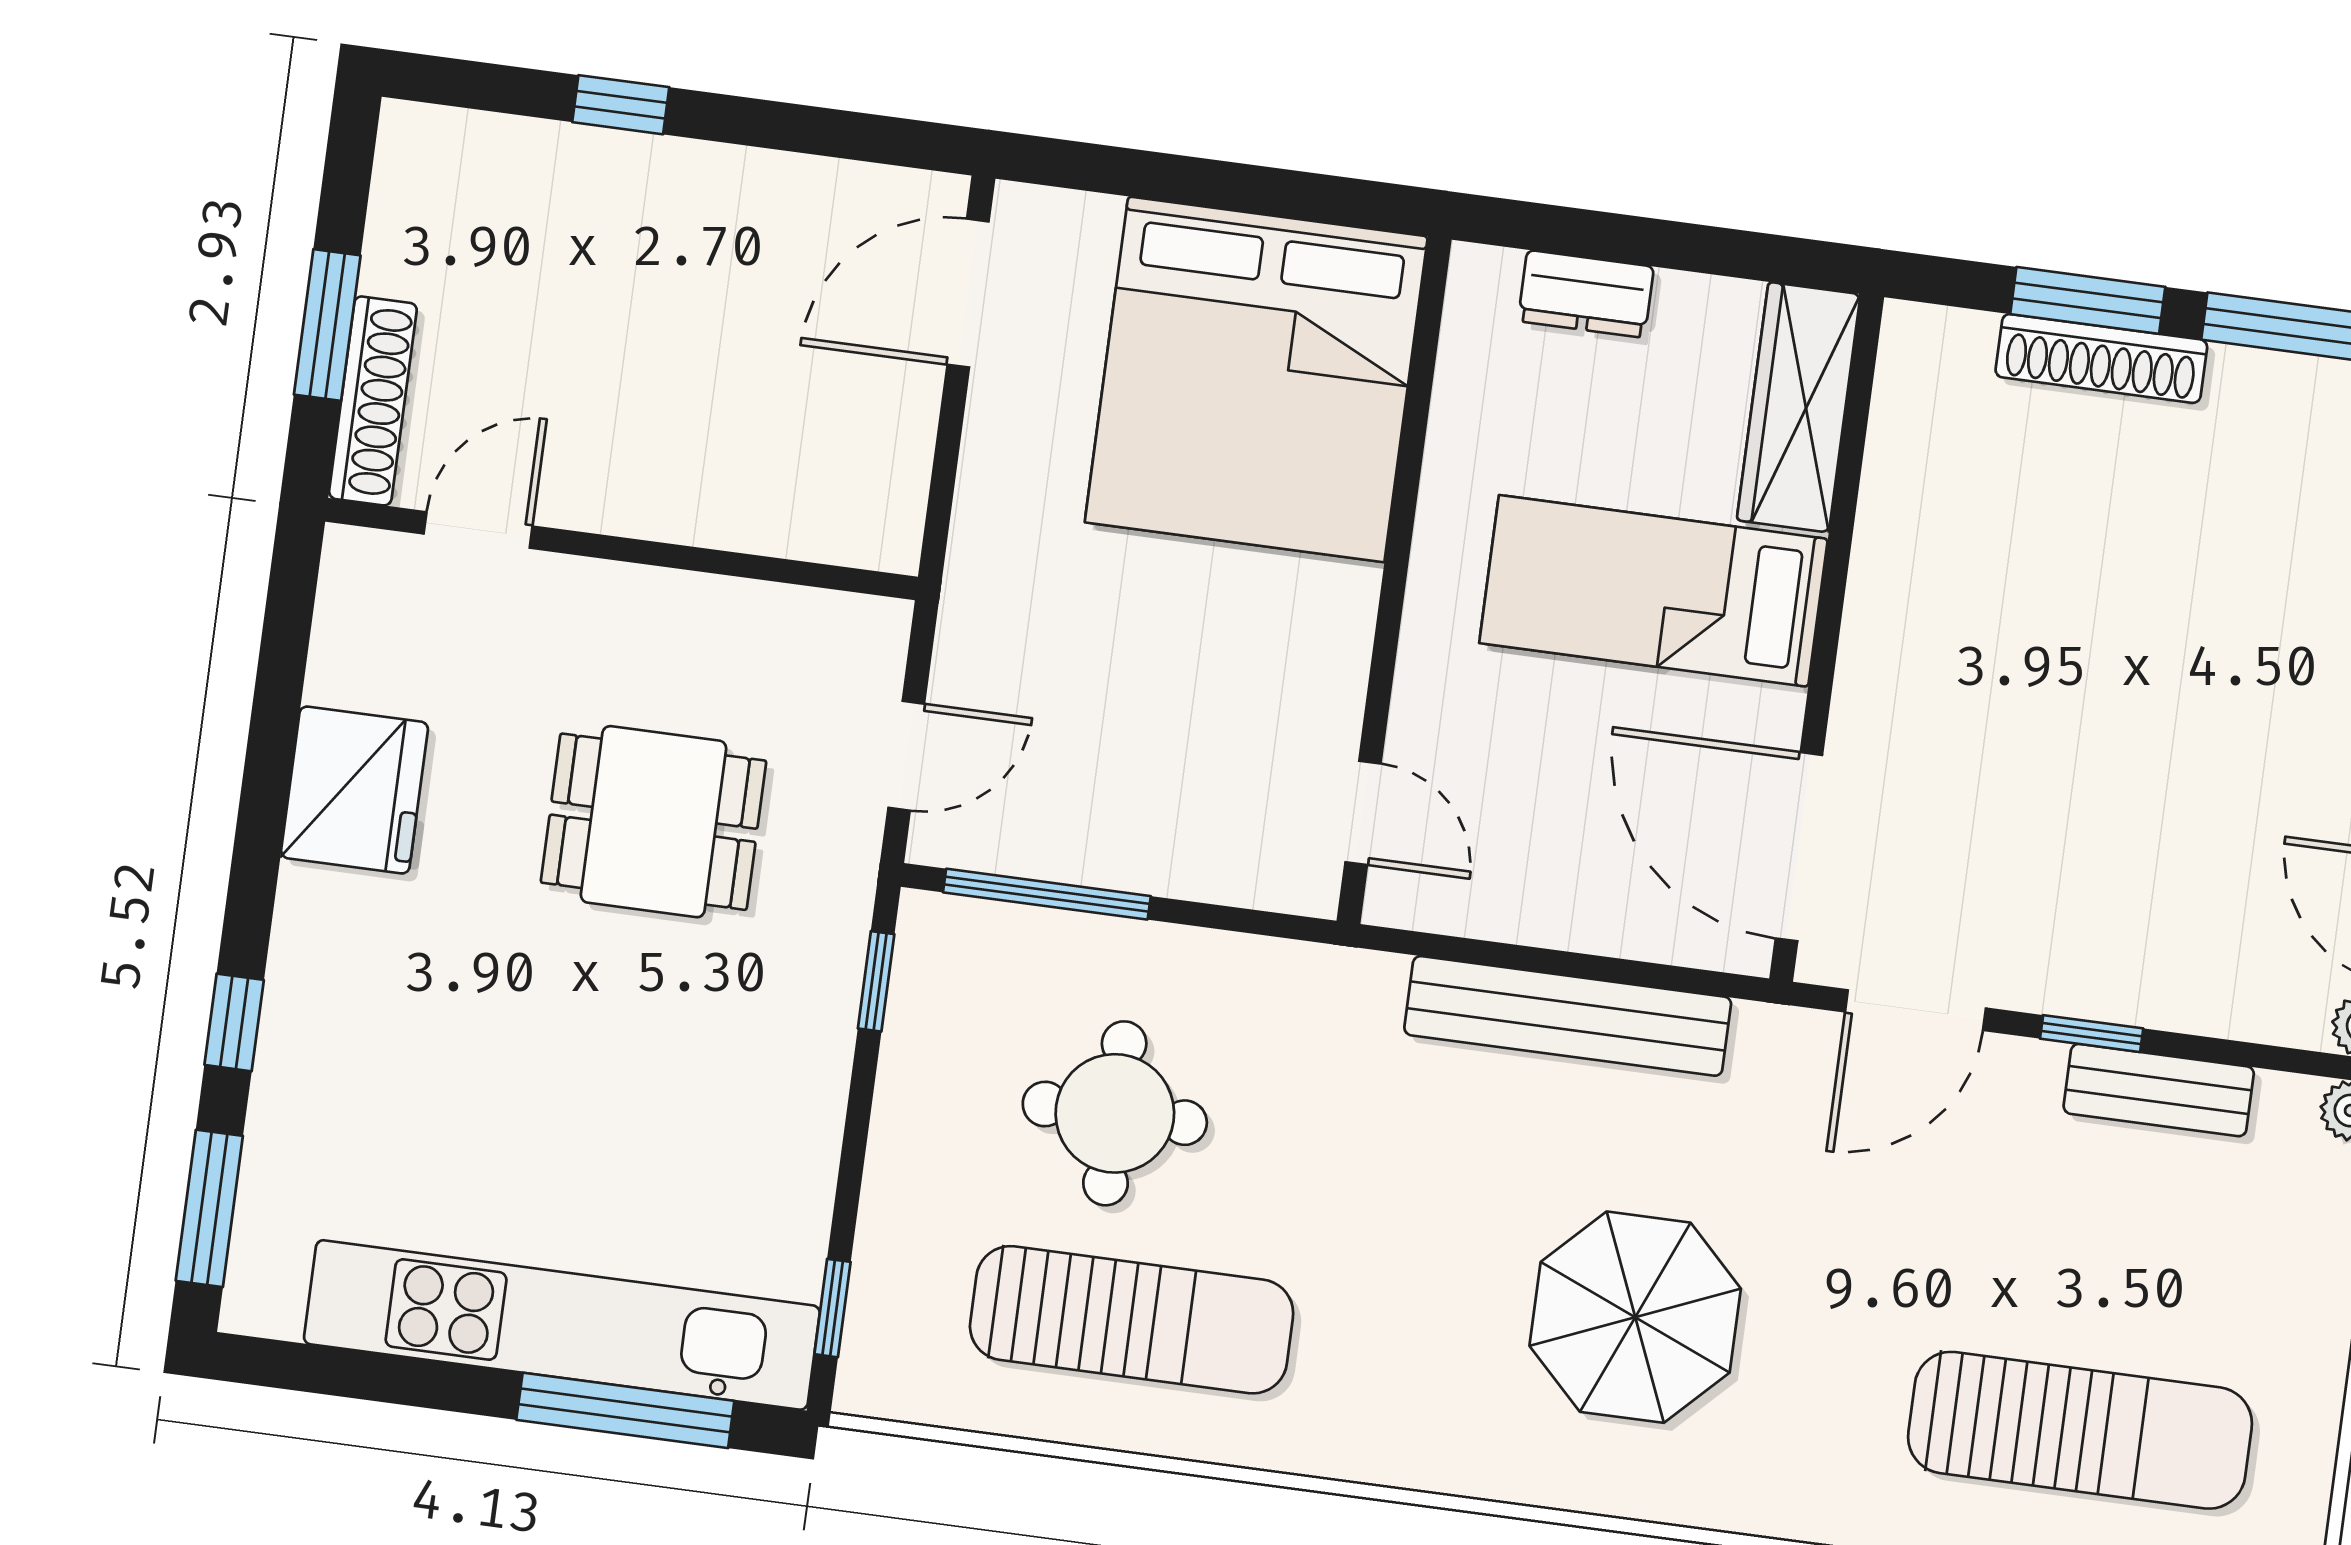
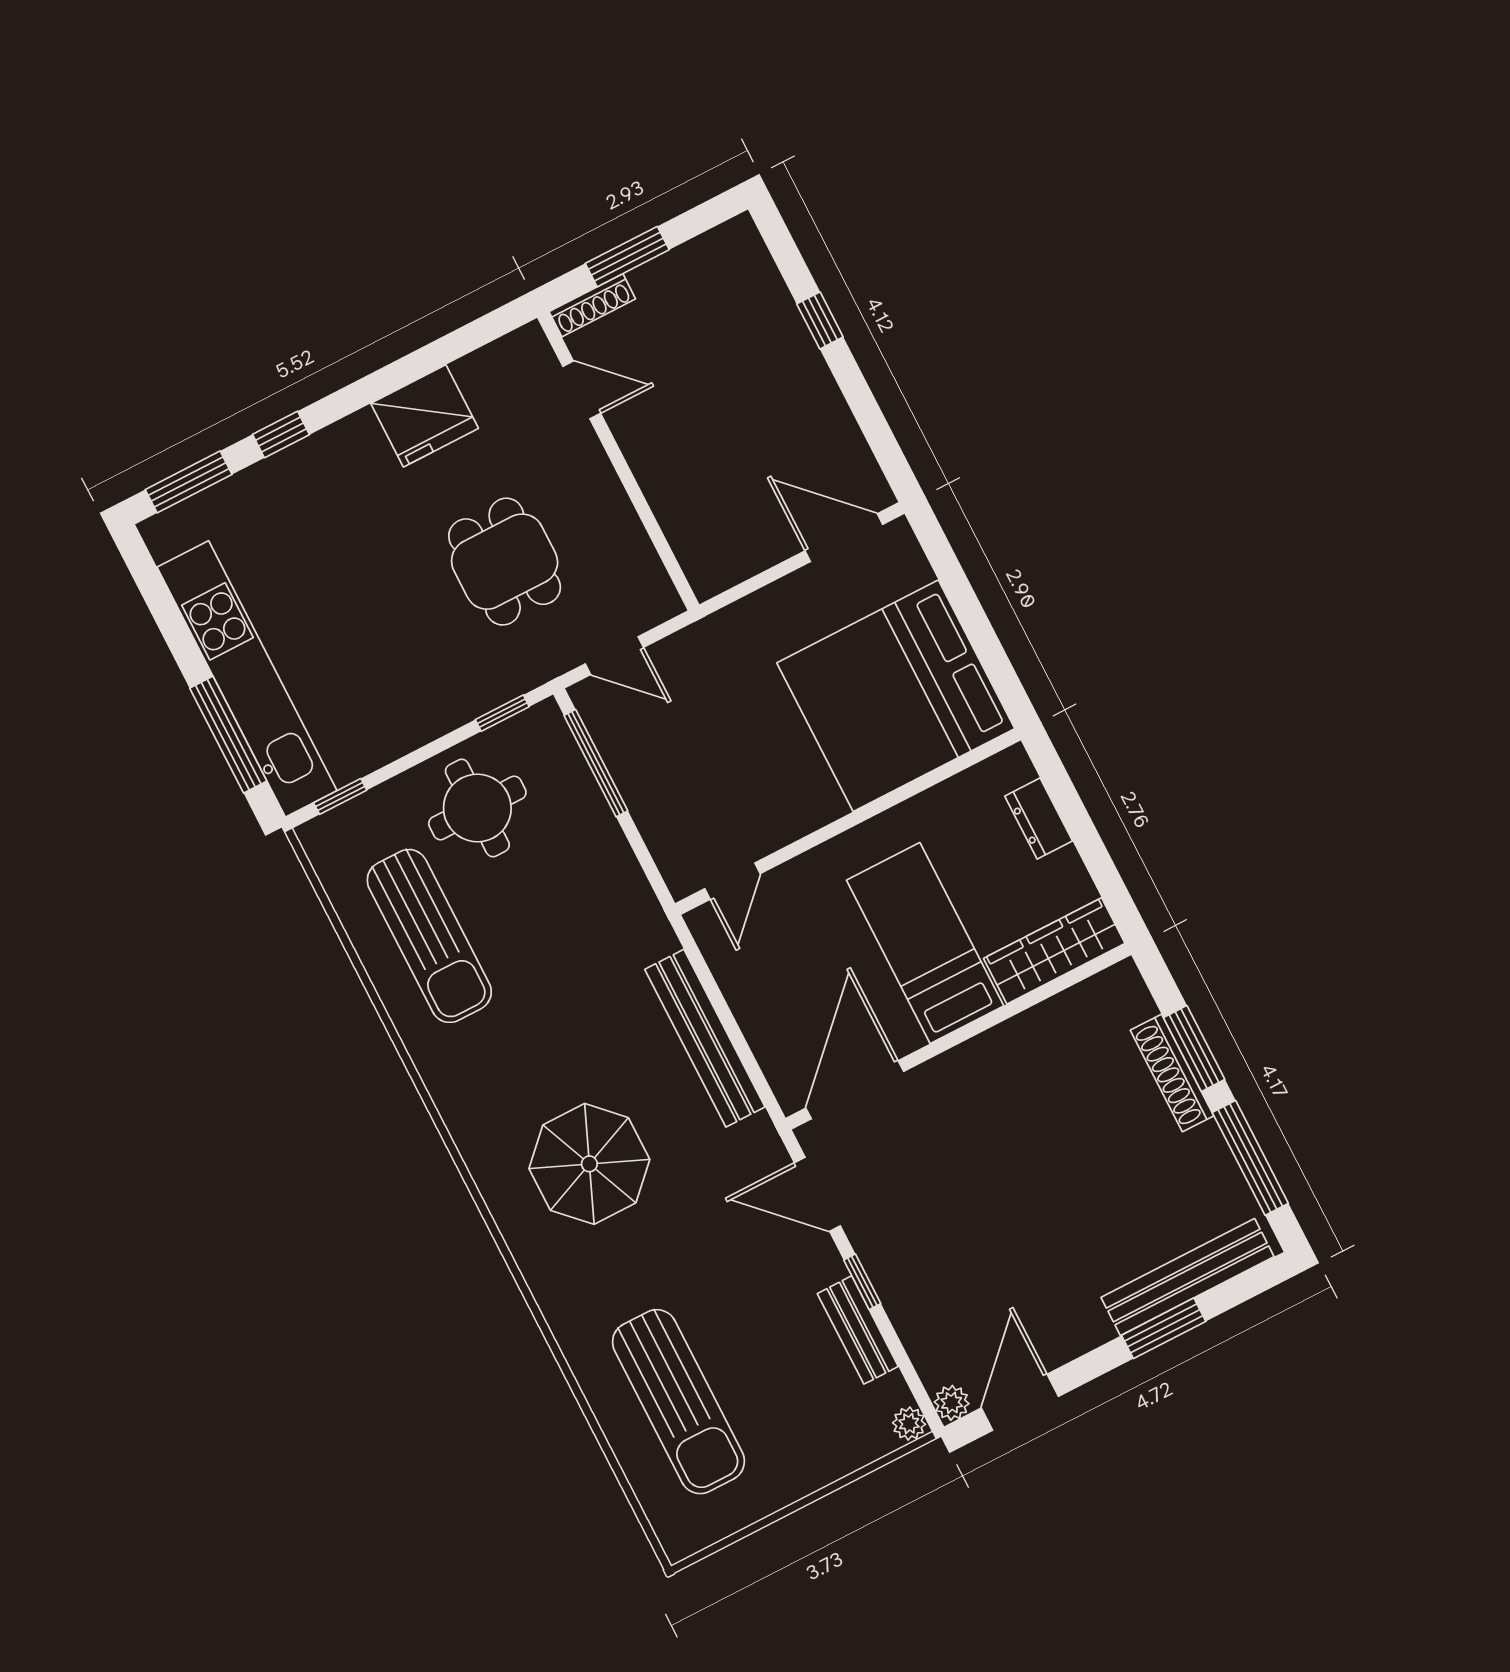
shoe rack: (373, 401) -> (592, 305), width x0.74, depth x0.81
round table: (1115, 1113) -> (477, 808), moved

